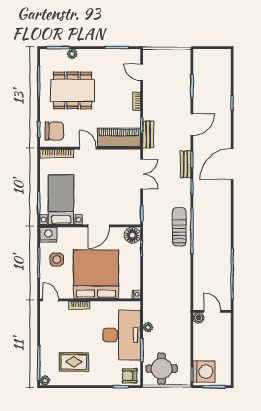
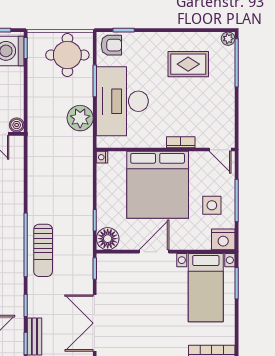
double door: (142, 174) -> (95, 323), width x1.37
plant: (148, 327) -> (80, 118), width x1.88, depth x1.88

